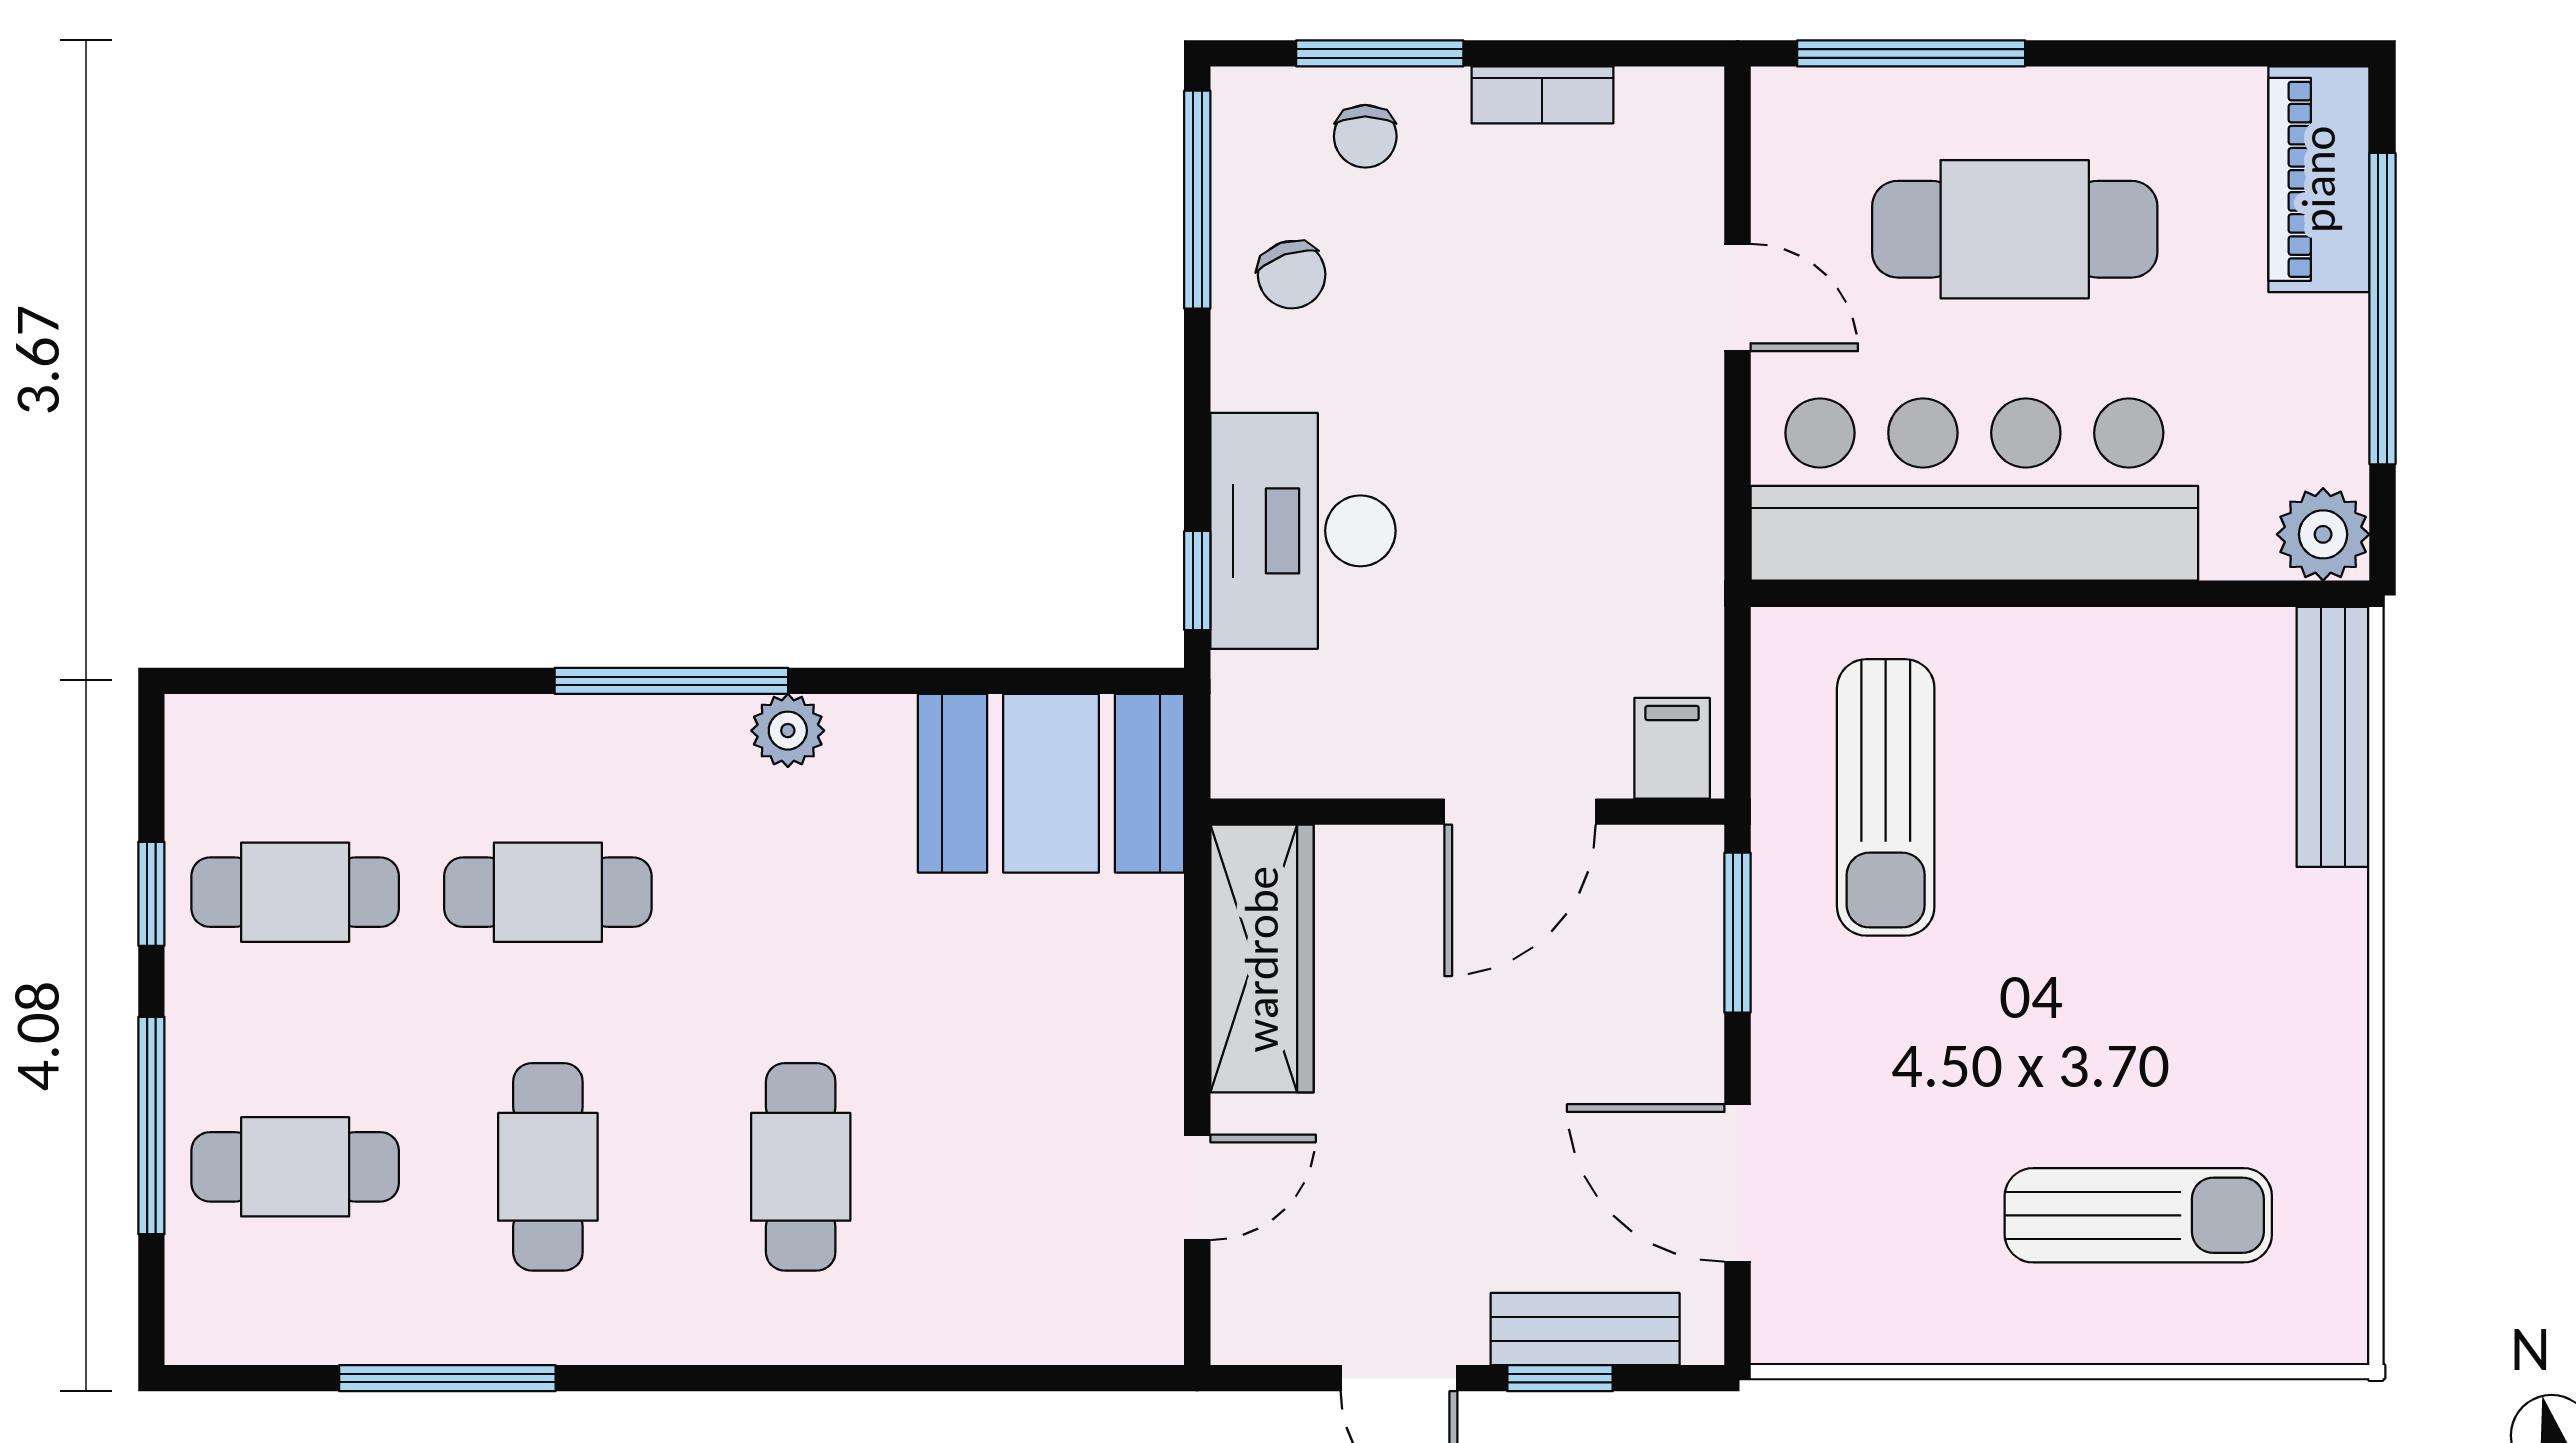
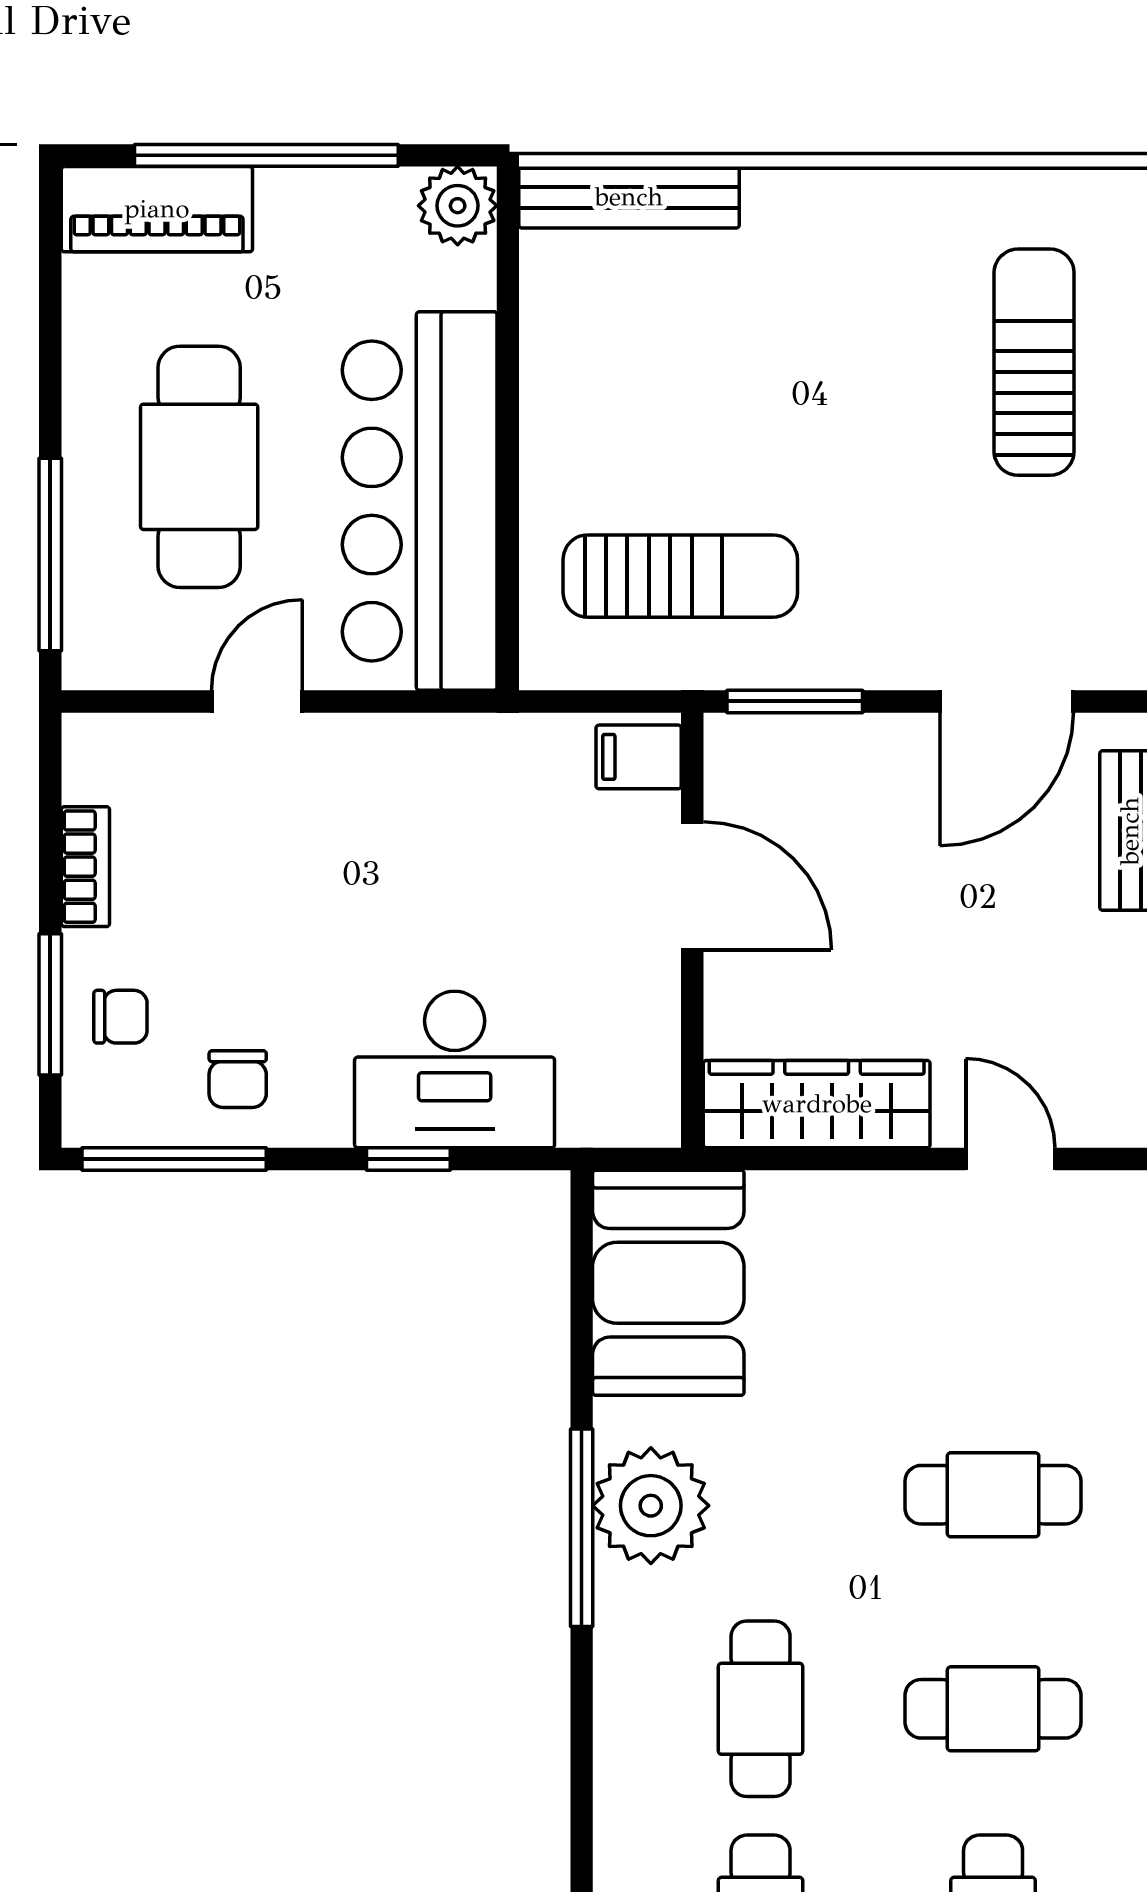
chair: (1292, 275) -> (238, 1079), turned 109
window: (1197, 581) -> (408, 1159), moved
window: (671, 681) -> (582, 1528), moved
plant: (788, 731) -> (651, 1506), width x1.88, depth x1.88

